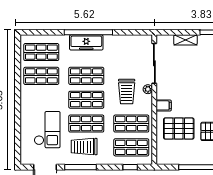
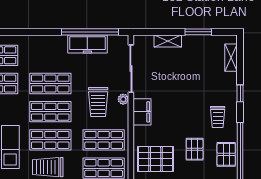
window: (88, 32) -> (90, 32), moved
freezer: (86, 42) -> (87, 44), moved
filing cabinet: (164, 105) -> (142, 112), width x2.00
pallet: (179, 129) -> (156, 159), moved

